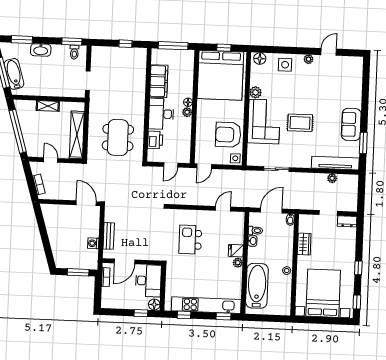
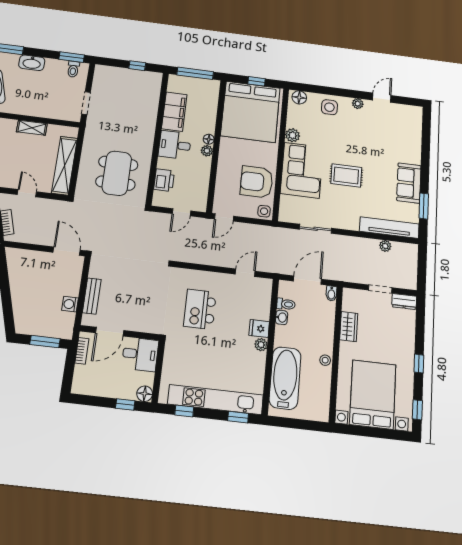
desk: (161, 114) -> (175, 145), width x0.73
desk: (148, 281) -> (140, 354), width x0.73

